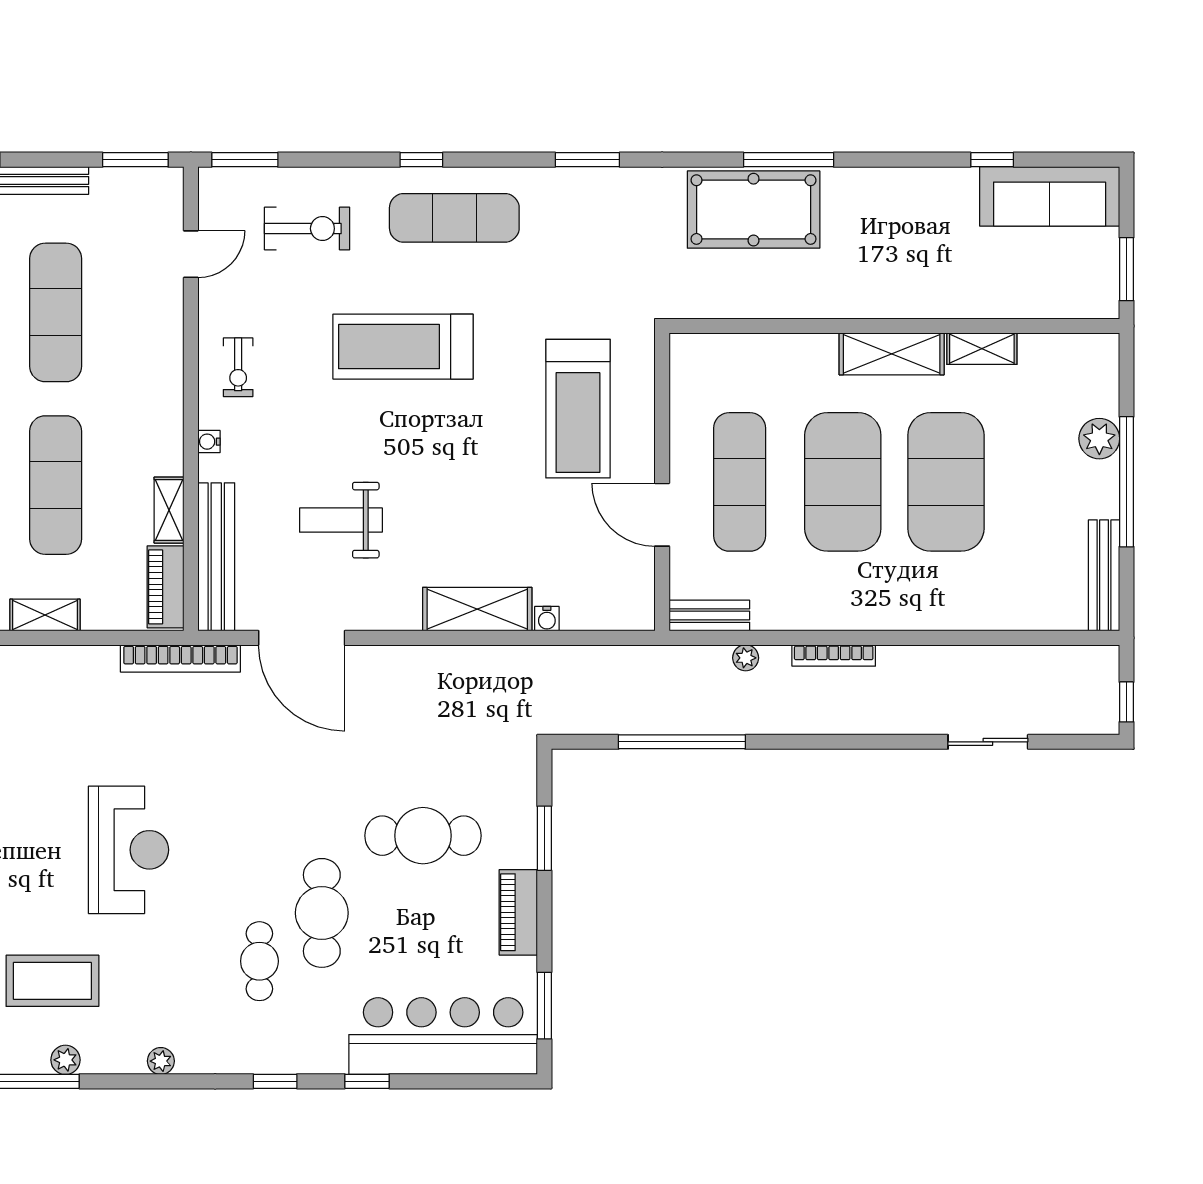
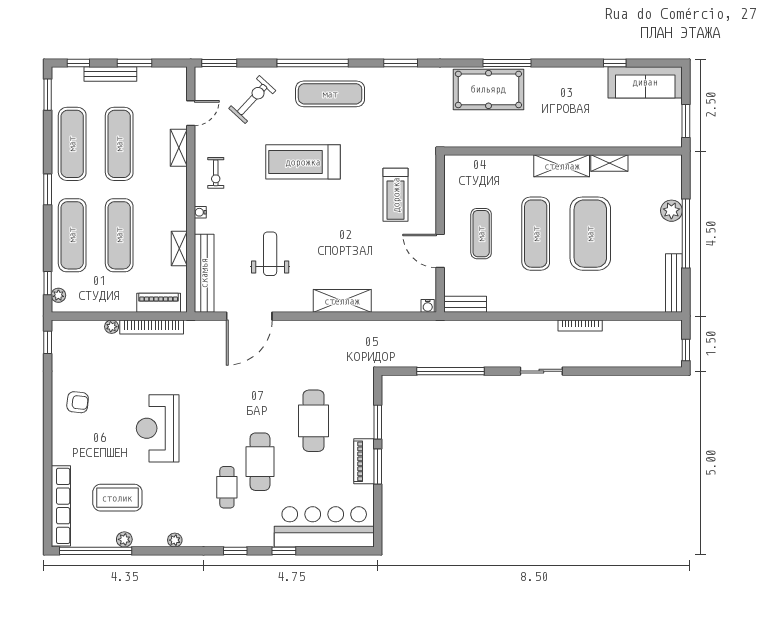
window: (135, 160) -> (134, 63), moved
window: (421, 160) -> (313, 63), width x3.17
exercise bike: (307, 229) -> (252, 99), turned -47
treadmill: (578, 409) -> (396, 195), width x0.73, depth x0.73
exercise mat: (740, 482) -> (481, 234), width x0.73, depth x0.69
exercise mat: (843, 482) -> (536, 234), width x0.68
weight bench: (341, 520) -> (270, 254), turned 90
piano: (166, 587) -> (159, 303), moved, turned 90
shelving: (45, 615) -> (179, 148), moved, turned 90
water cooler: (547, 619) -> (428, 306), moved
door: (302, 638) -> (249, 316), hinge flipped
bookcase: (834, 655) -> (580, 325), moved
bookcase: (180, 658) -> (152, 327), moved
plant: (746, 658) -> (112, 327), moved
sliding door: (988, 742) -> (541, 371), moved
cafe table: (423, 836) -> (314, 421), turned 90
reception desk: (129, 850) -> (158, 428), turned 180
window: (544, 1006) -> (378, 467), moved

